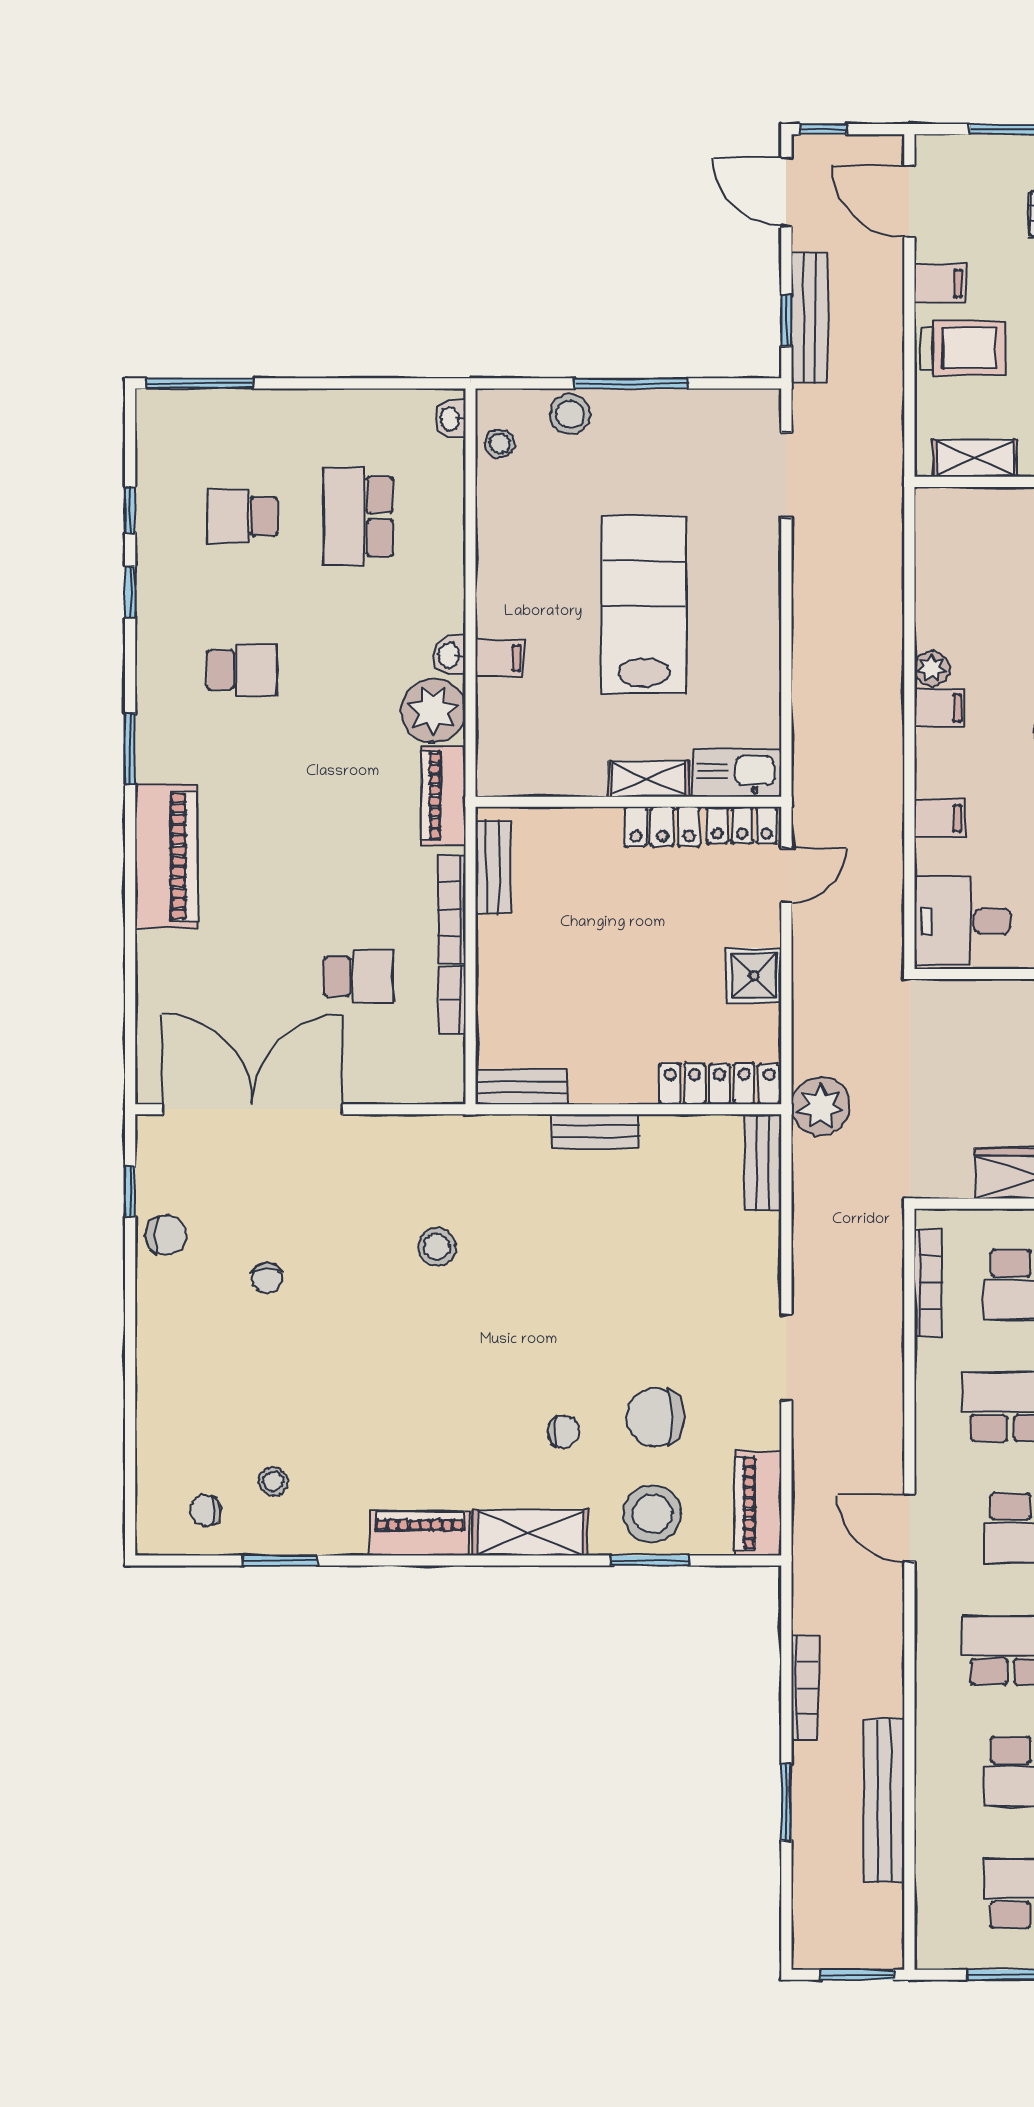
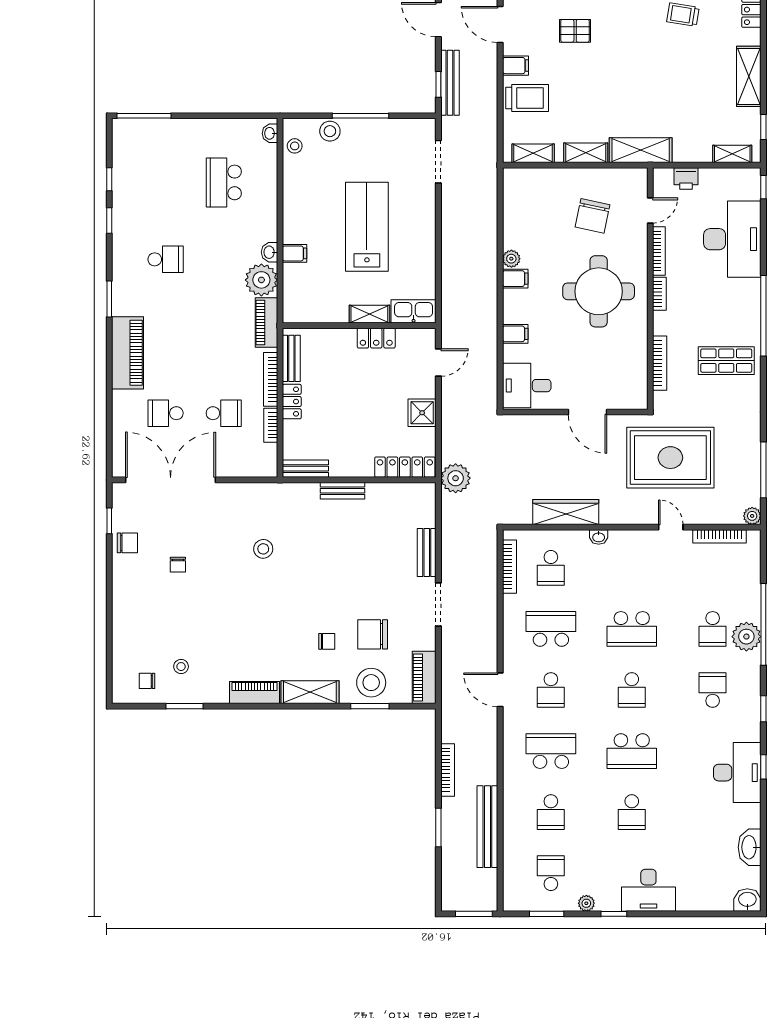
school desk: (242, 516) -> (166, 413), moved
locker: (742, 825) -> (292, 402), moved, turned -90
bench: (763, 1162) -> (427, 553), moved

